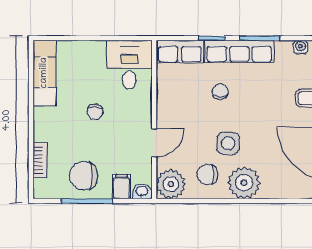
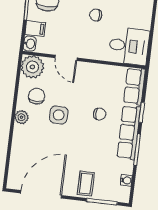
plant: (244, 183) -> (21, 117), width x0.53, depth x0.53

